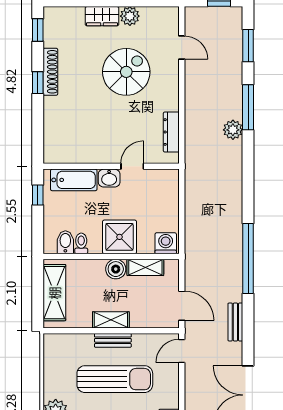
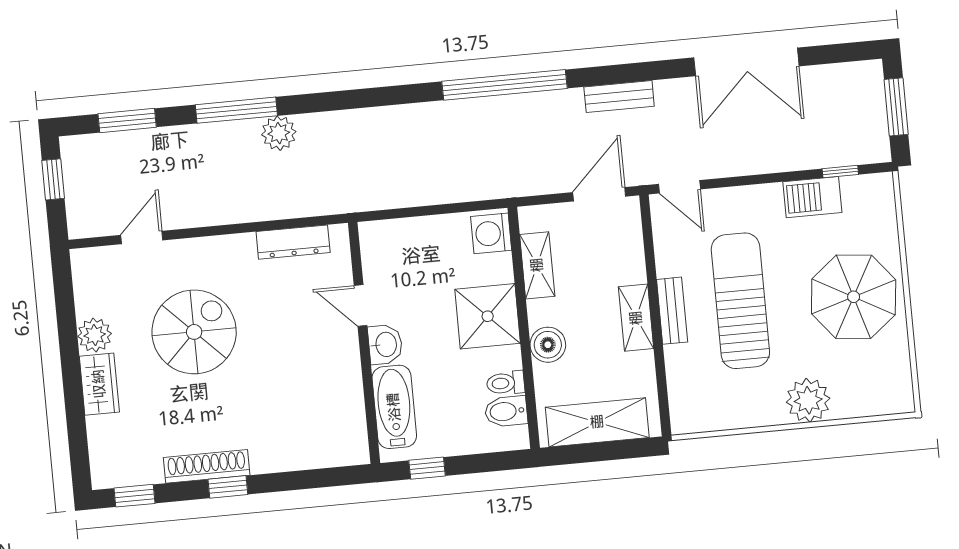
spiral stairs: (126, 72) -> (194, 332), turned 90
boiler: (116, 269) -> (548, 345), moved

